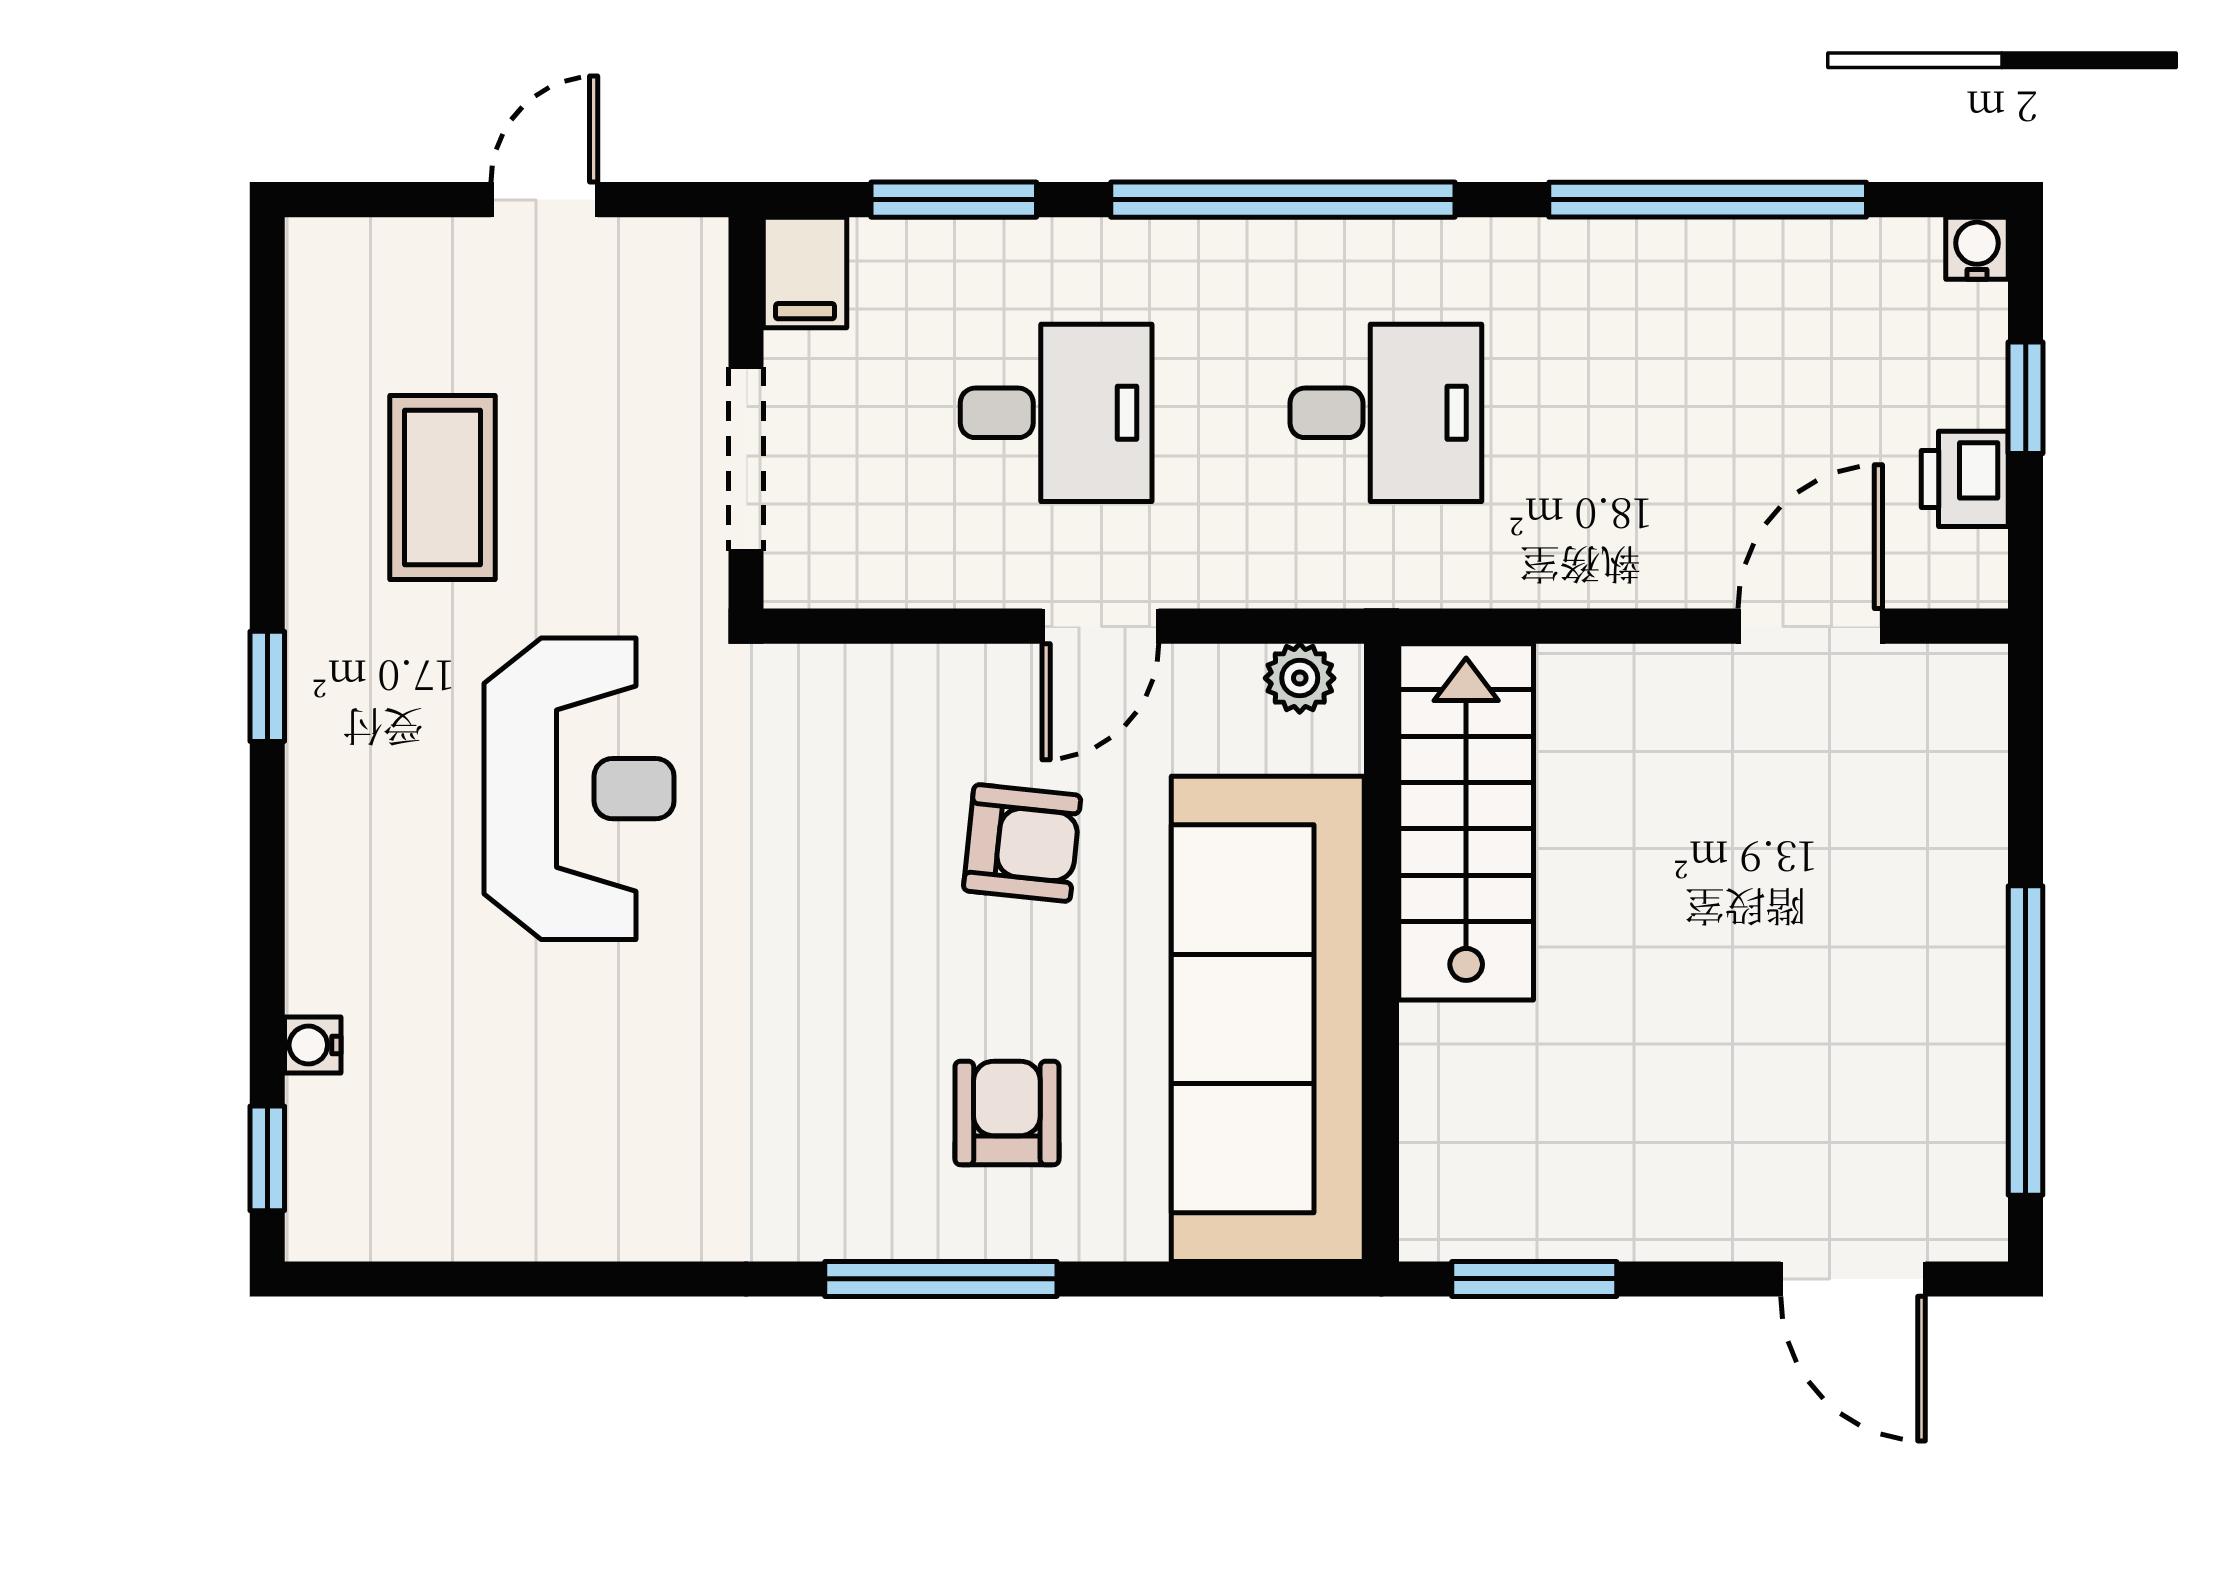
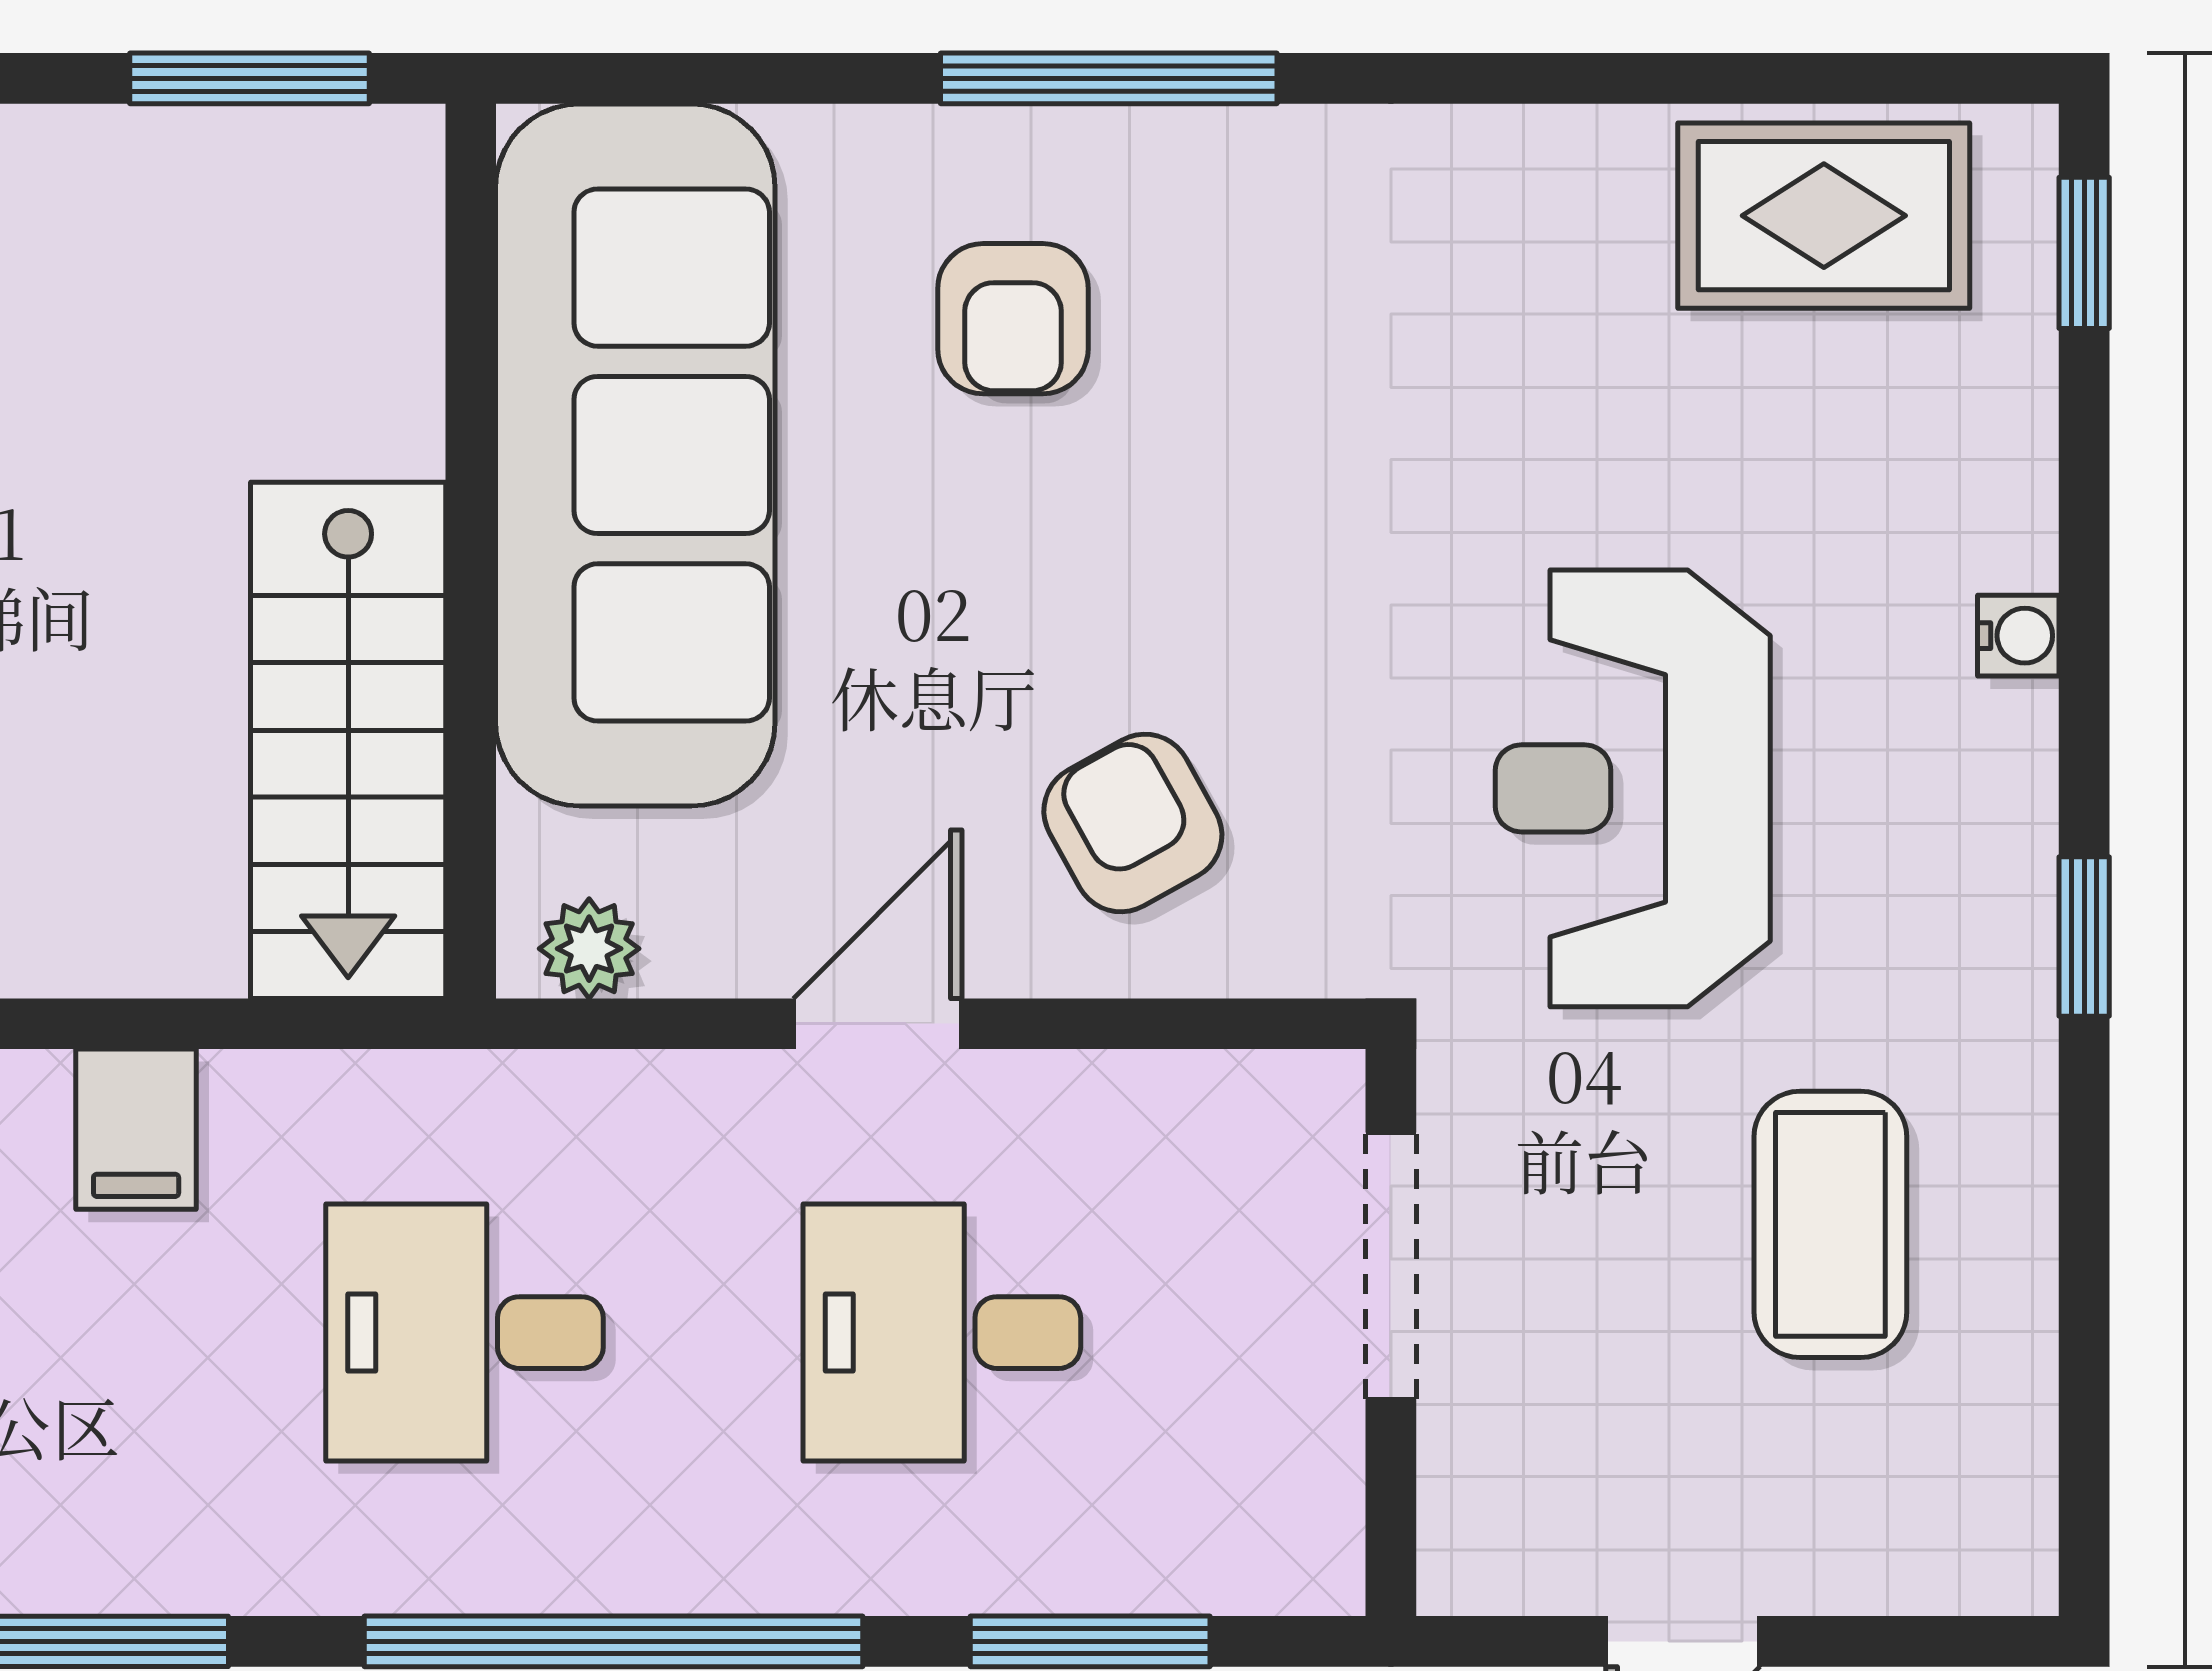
filing cabinet: (805, 272) -> (136, 1129), moved, turned 180
armchair: (1022, 843) -> (1133, 823), moved, turned 55
water cooler: (313, 1045) -> (2018, 636), moved
rug: (447, 1184) -> (1824, 216), added

